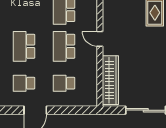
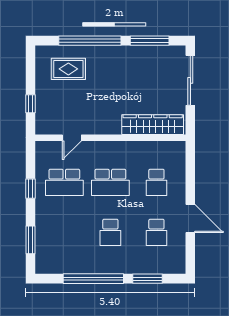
door: (100, 39) -> (72, 138), moved
school desk: (24, 46) -> (110, 232), width x0.54

